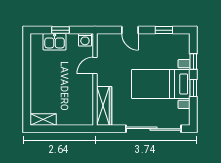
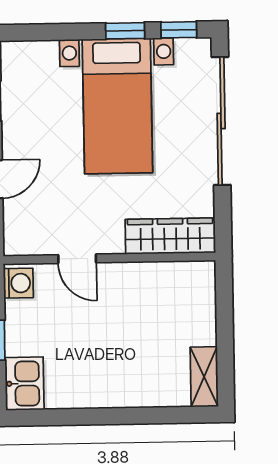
kitchen sink: (55, 42) -> (24, 384), moved
window: (193, 62) -> (179, 30), moved

